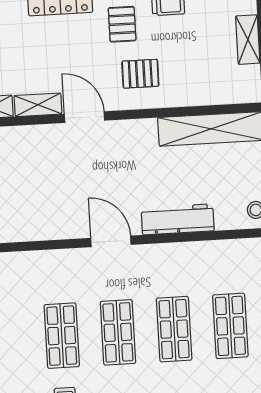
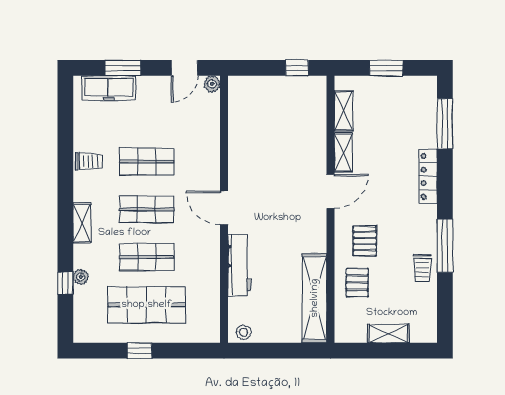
pallet: (122, 24) -> (357, 283), moved, turned 90
door: (111, 241) -> (224, 208), swing flipped
shop shelf: (230, 326) -> (147, 305), width x1.43, depth x1.36

